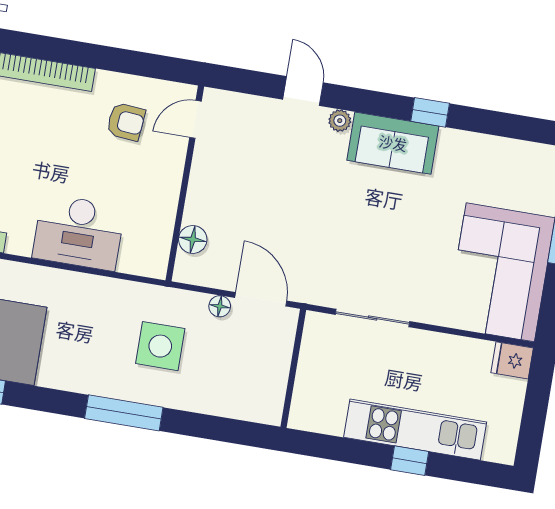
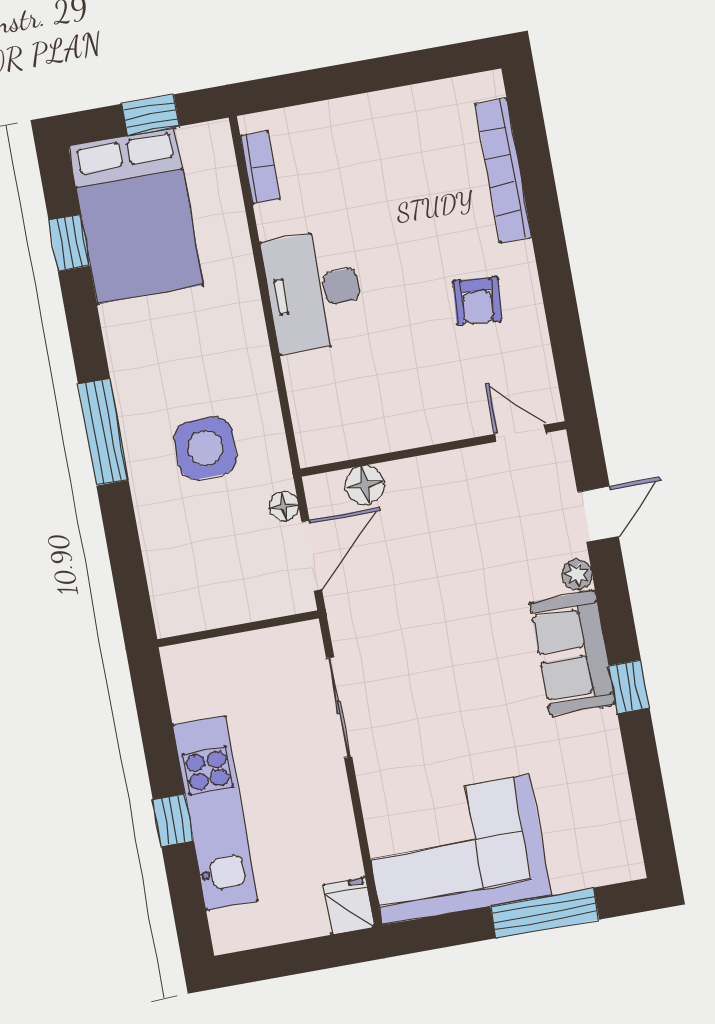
door: (196, 119) -> (520, 433), moved
wall: (185, 183) -> (433, 449), moved
floor lamp: (193, 239) -> (365, 485), moved

